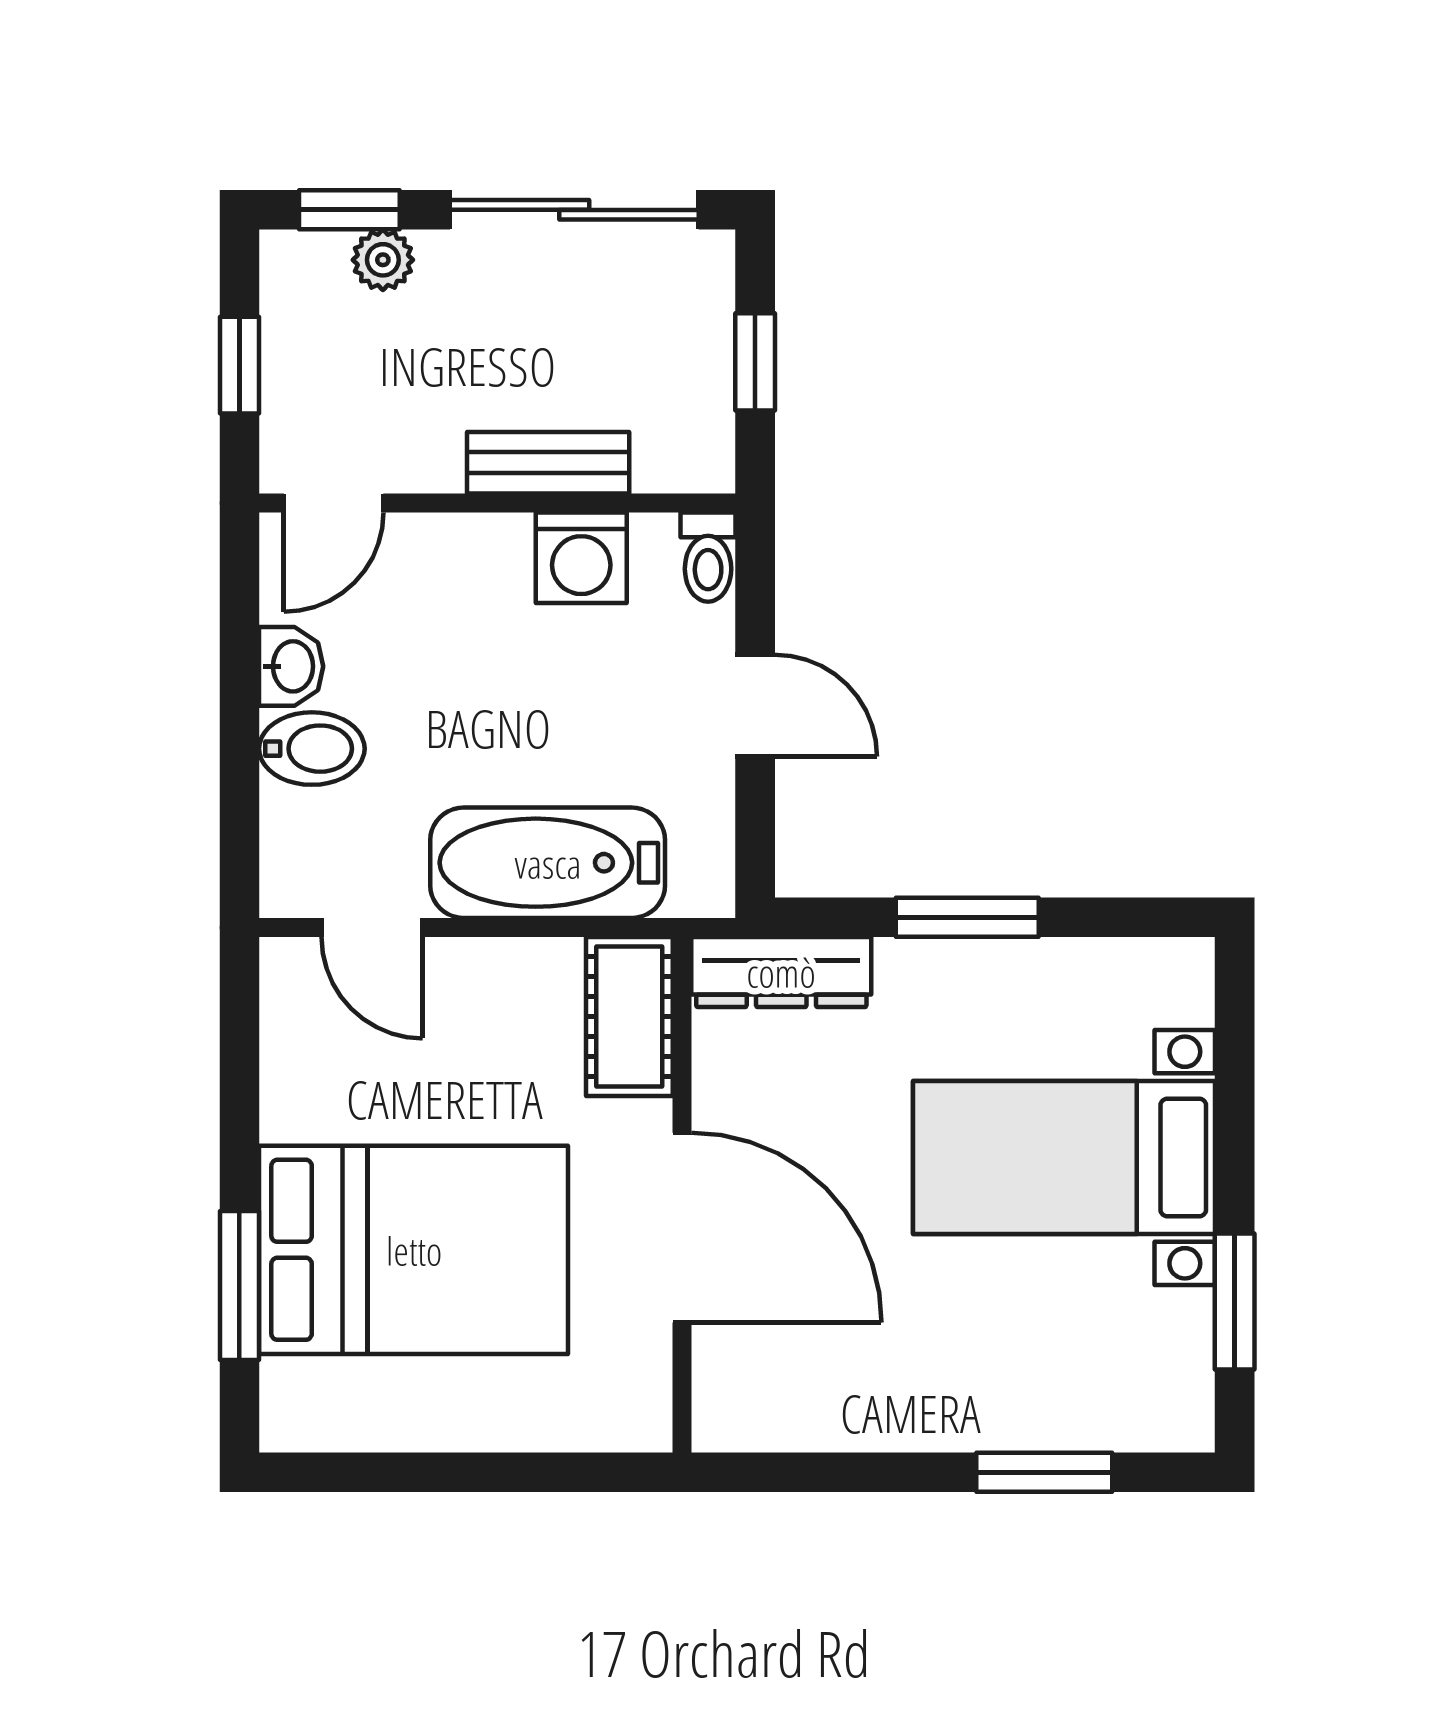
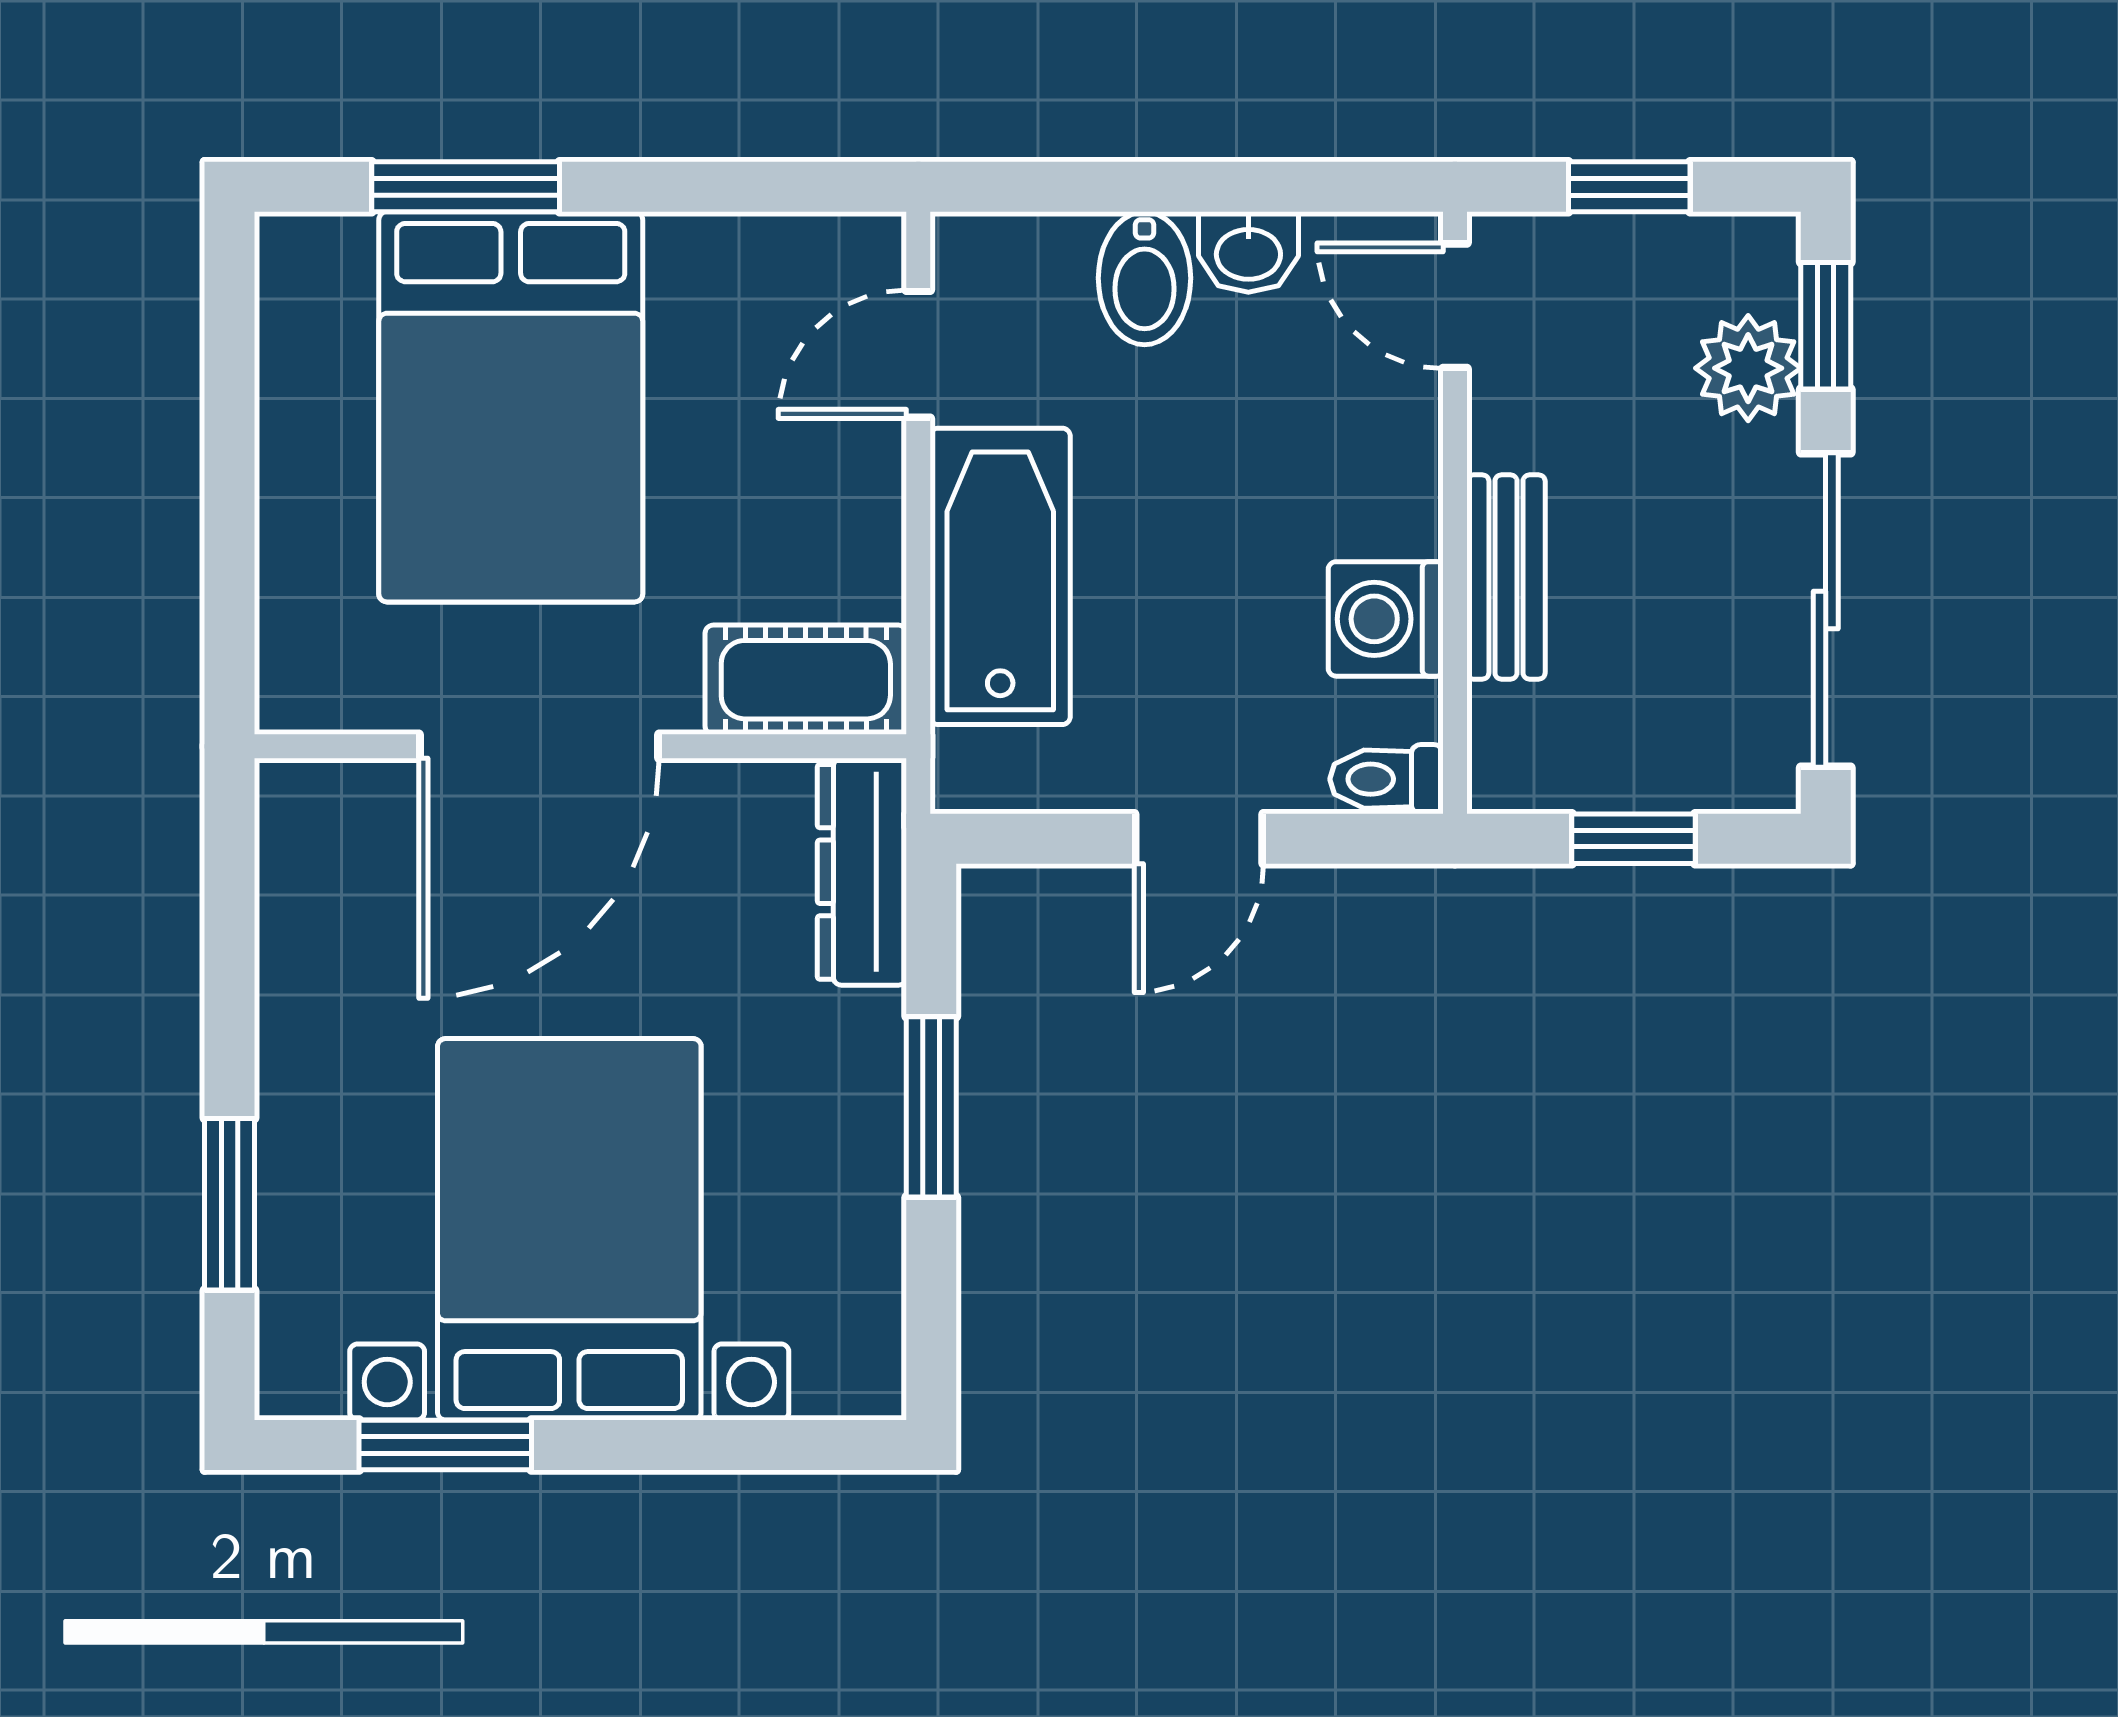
plant: (383, 260) -> (1748, 368), width x1.38, depth x1.38
bed with nightstands: (1064, 1158) -> (569, 1229), width x1.36

